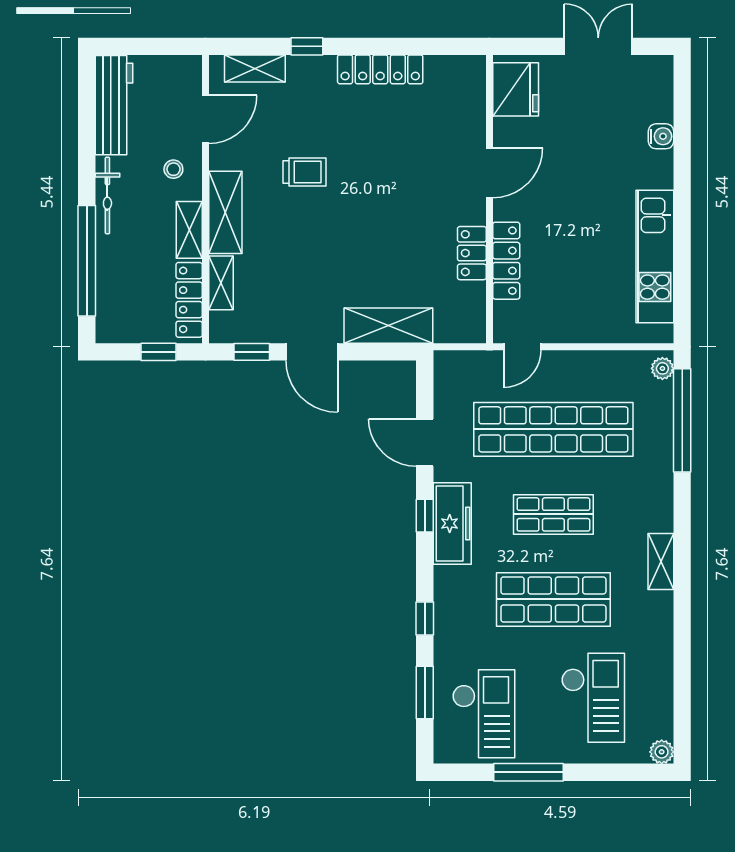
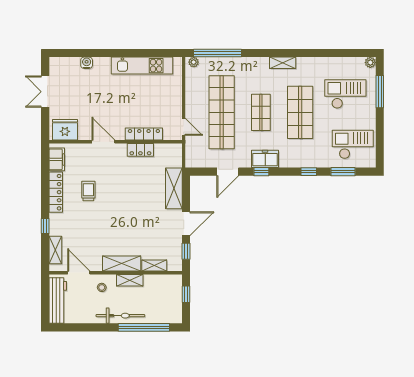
filing cabinet: (451, 71) -> (57, 159), added
workbench: (114, 105) -> (58, 301), moved, turned 90
trolley: (305, 172) -> (88, 191), moved
bicycle: (107, 195) -> (120, 316), width x1.37, depth x1.40
locker: (189, 300) -> (162, 280), removed
freezer: (452, 523) -> (265, 159), width x0.71
window: (529, 772) -> (380, 92), moved

